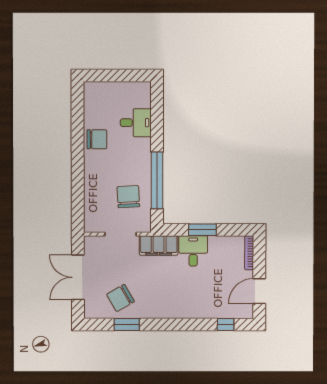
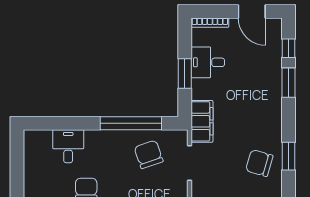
chair: (128, 197) -> (149, 154), turned 74
desk: (193, 251) -> (208, 62), moved
chair: (120, 298) -> (259, 163), turned 136
window: (194, 325) -> (288, 83), added

